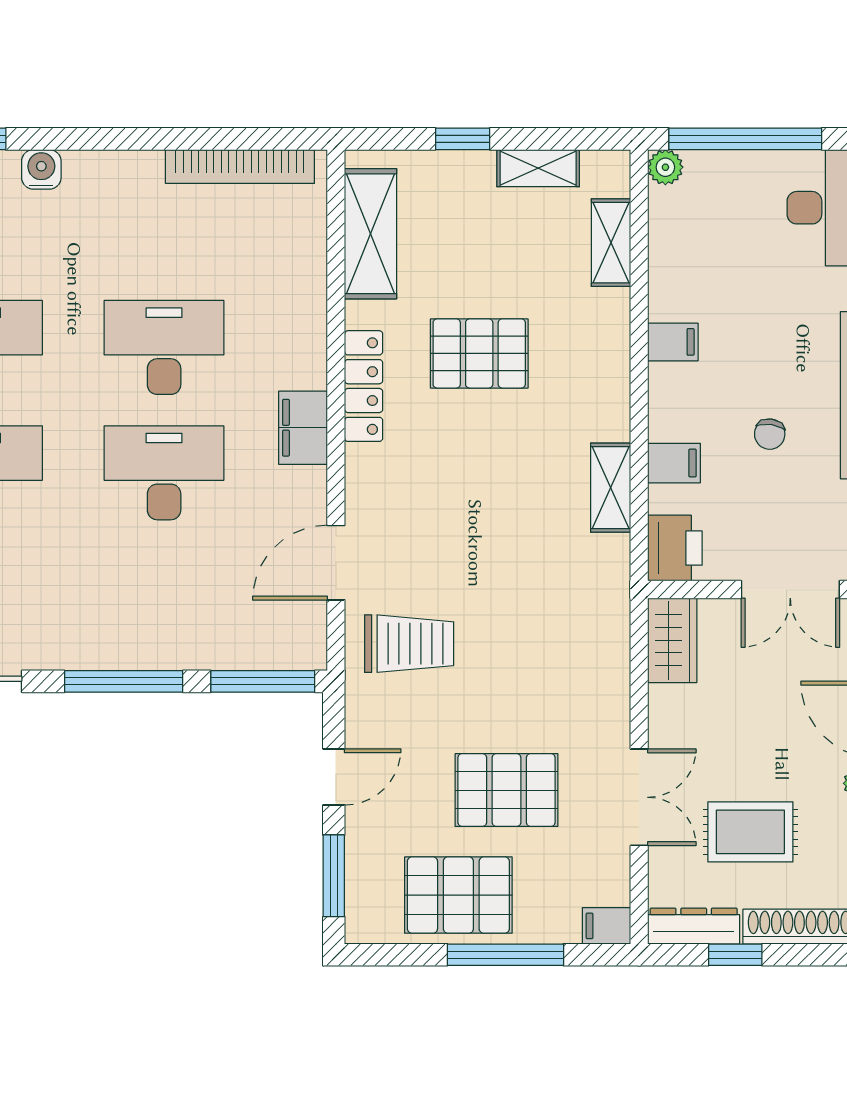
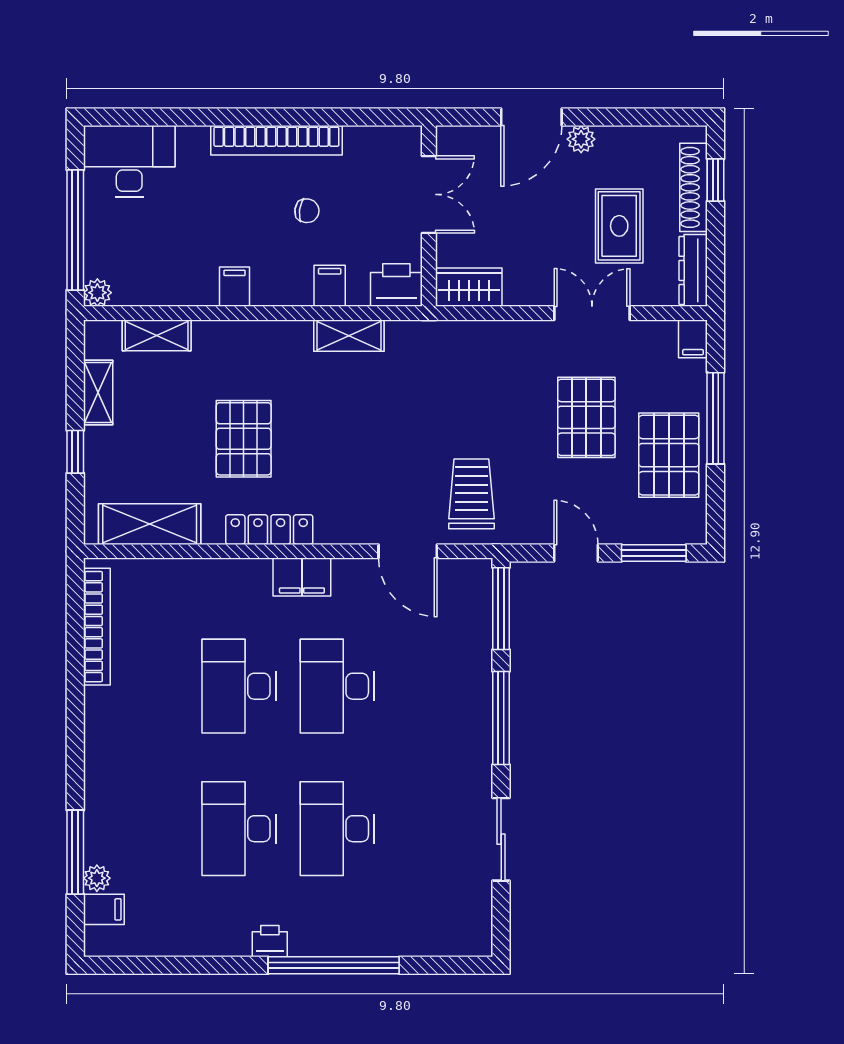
water cooler: (41, 169) -> (99, 782), removed
window: (735, 955) -> (716, 180), moved

